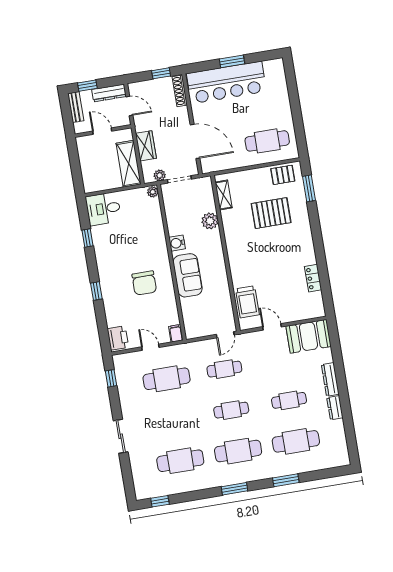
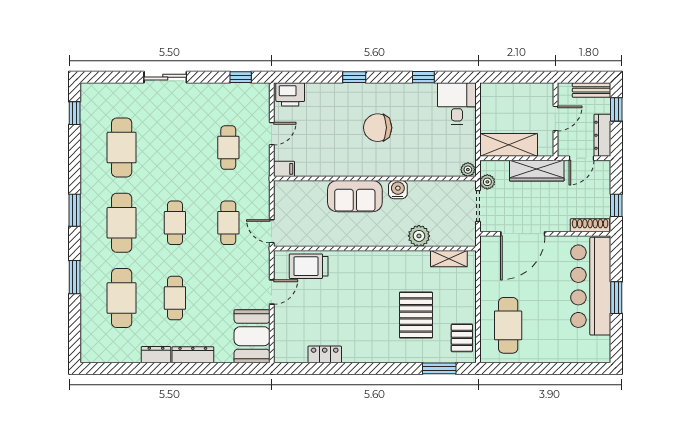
wardrobe: (146, 146) -> (537, 171), width x1.50
chair: (144, 283) -> (378, 128), moved
cafe table: (167, 379) -> (228, 148), width x0.73, depth x0.74

